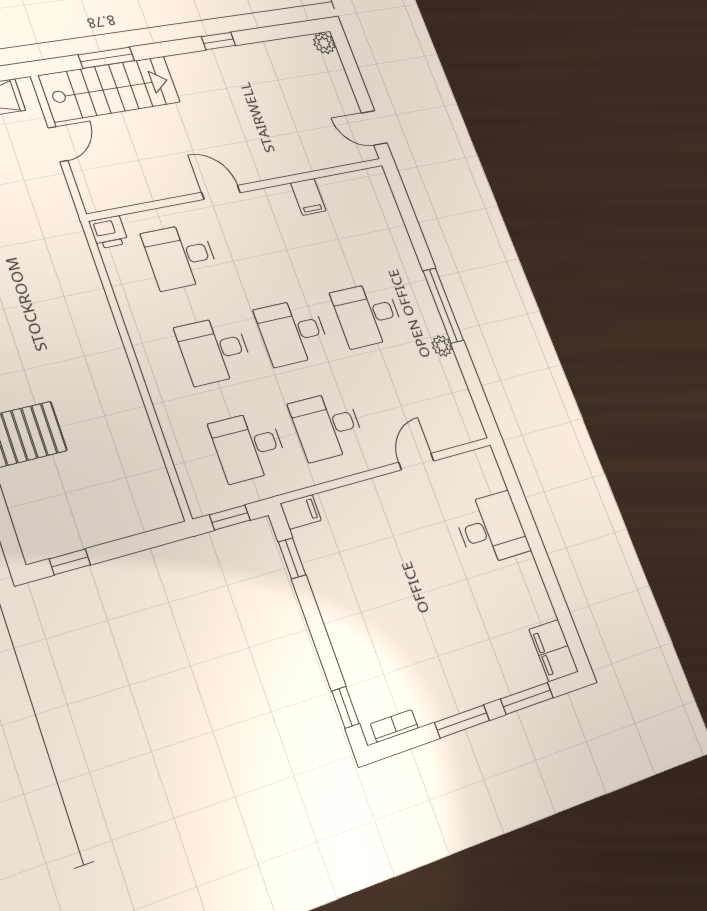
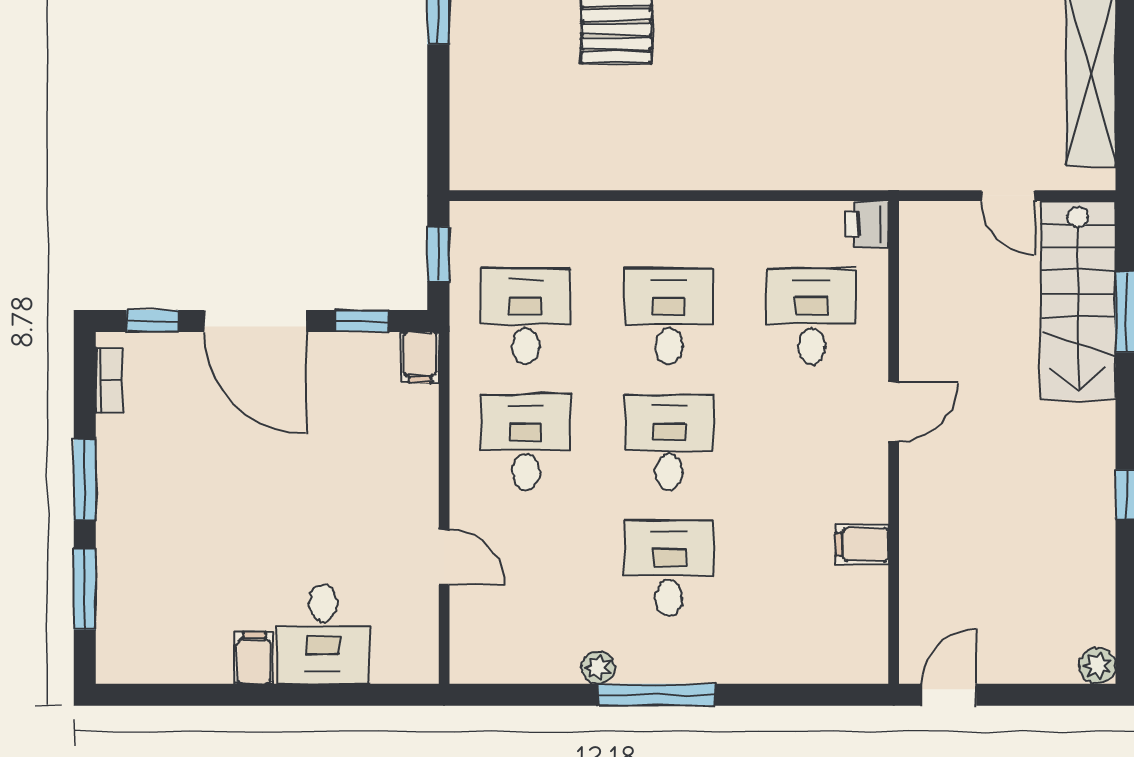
door: (319, 634) -> (255, 321), added
filing cabinet: (554, 651) -> (254, 658), moved, width x0.50

